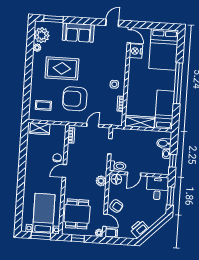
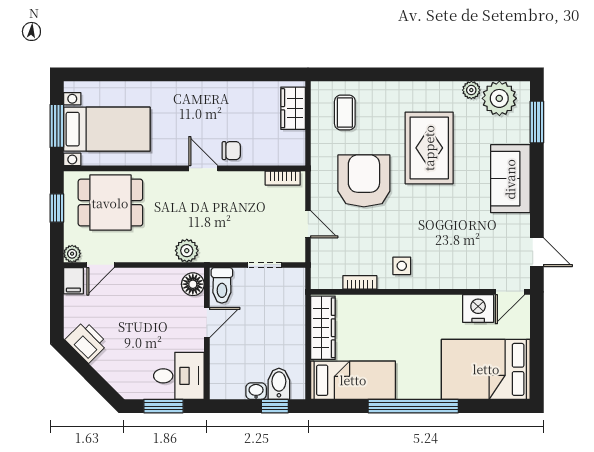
window: (173, 161) -> (275, 406), moved
door: (134, 174) -> (207, 323), swing flipped
armchair: (116, 206) -> (134, 288), removed

